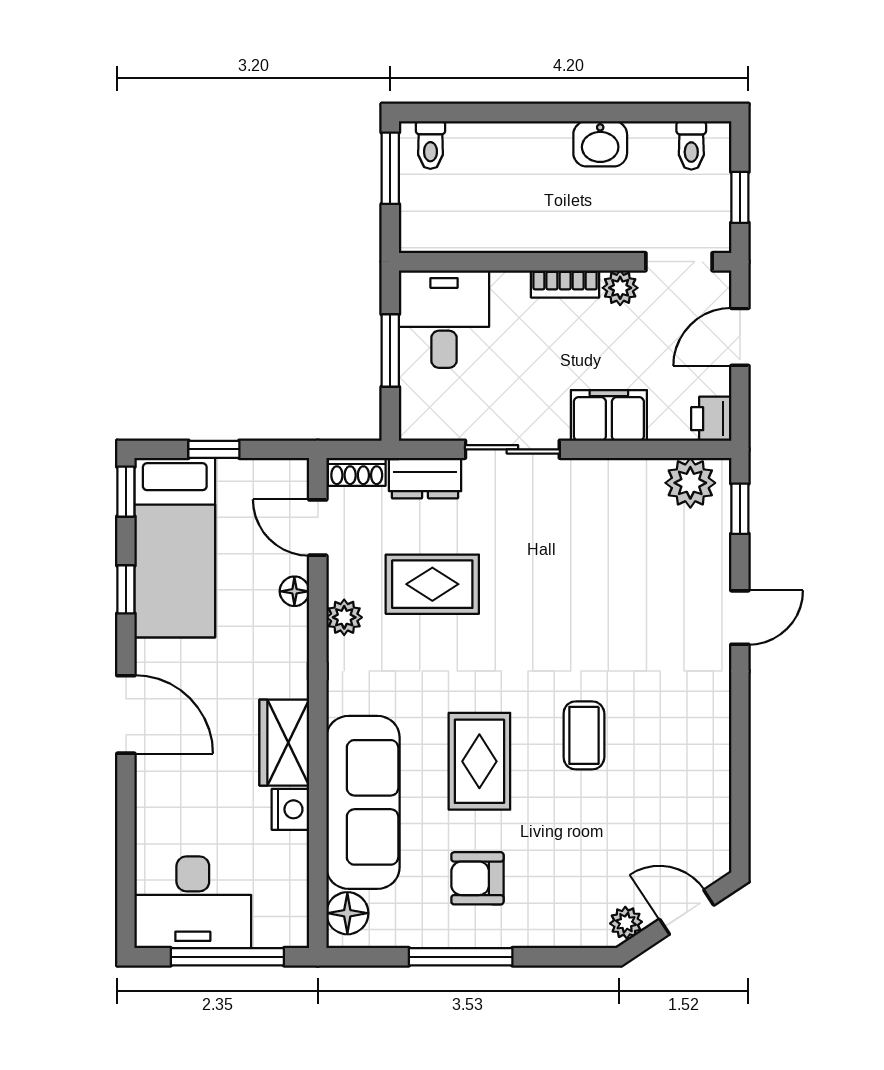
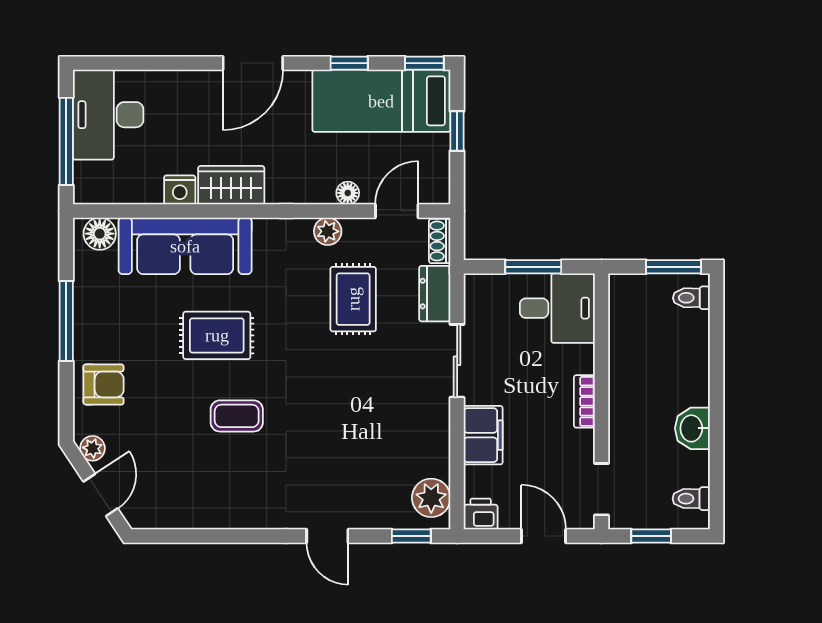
plant: (620, 288) -> (581, 444), removed
armchair: (477, 878) -> (104, 384), moved, turned 90

